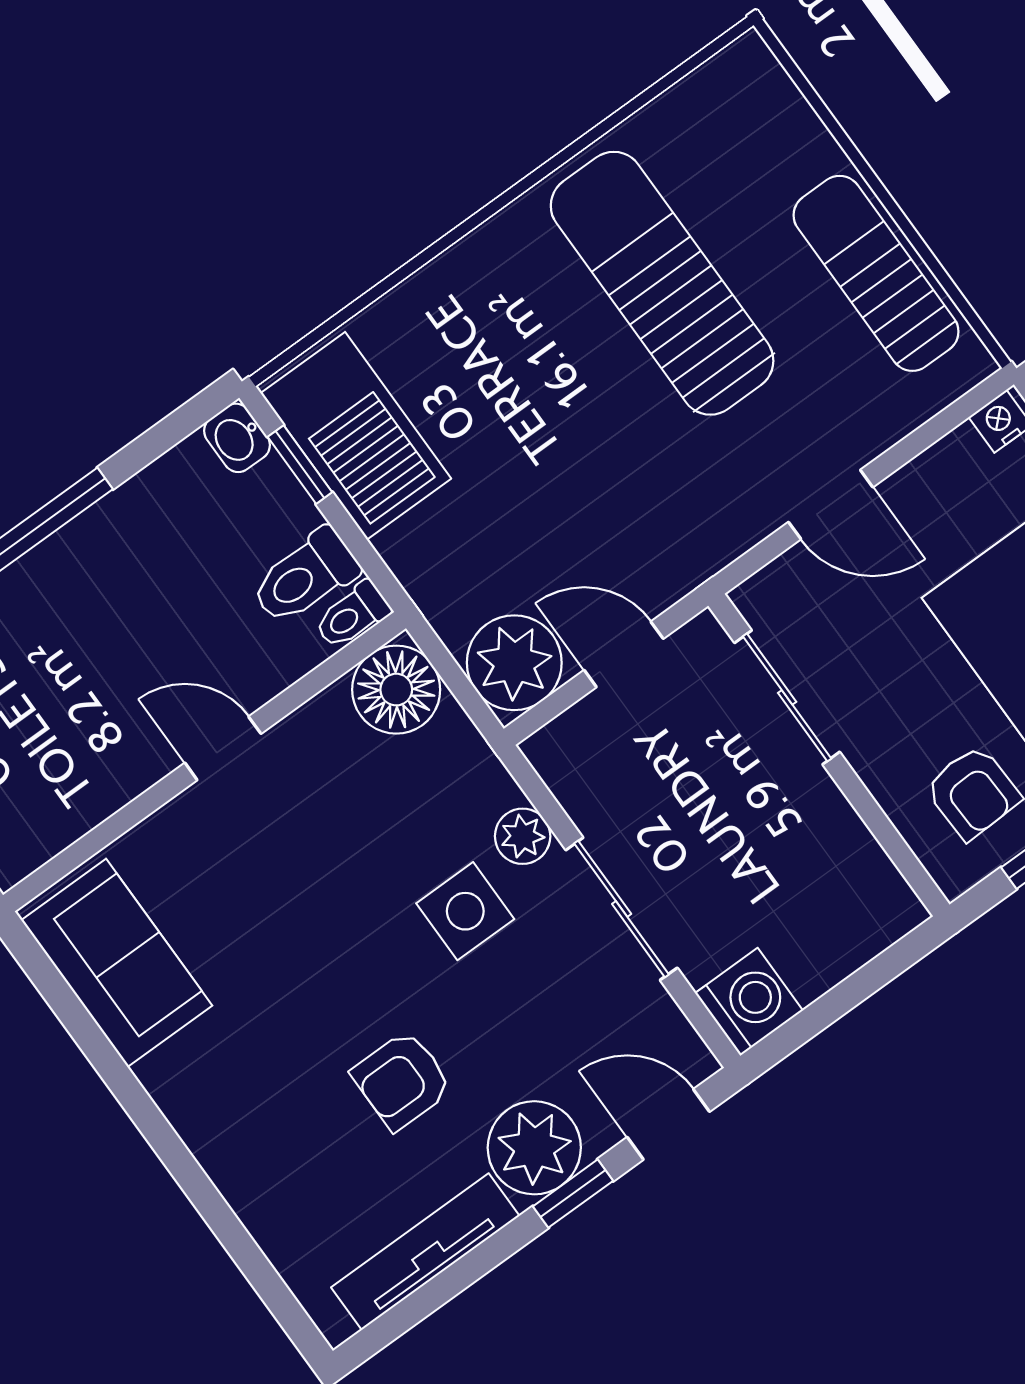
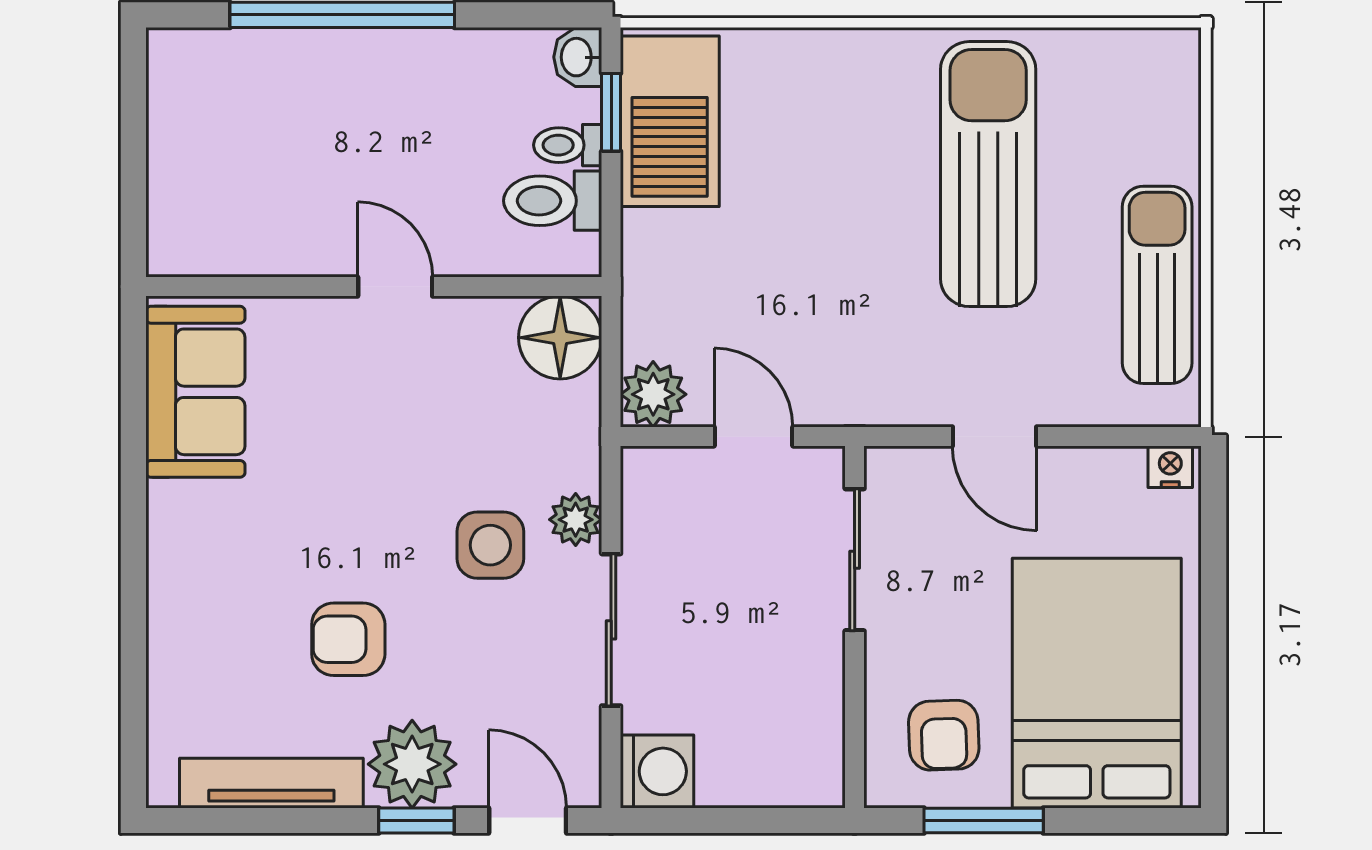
toilet: (352, 615) -> (568, 145), moved
plant: (514, 663) -> (653, 394), width x0.73, depth x0.73

